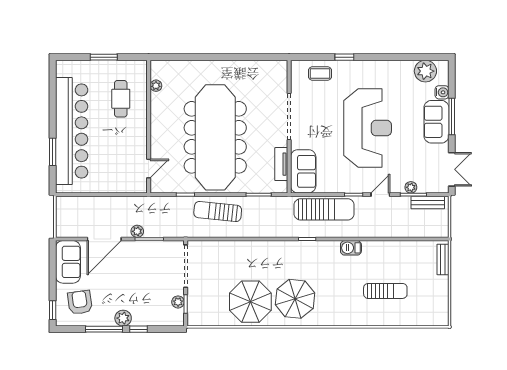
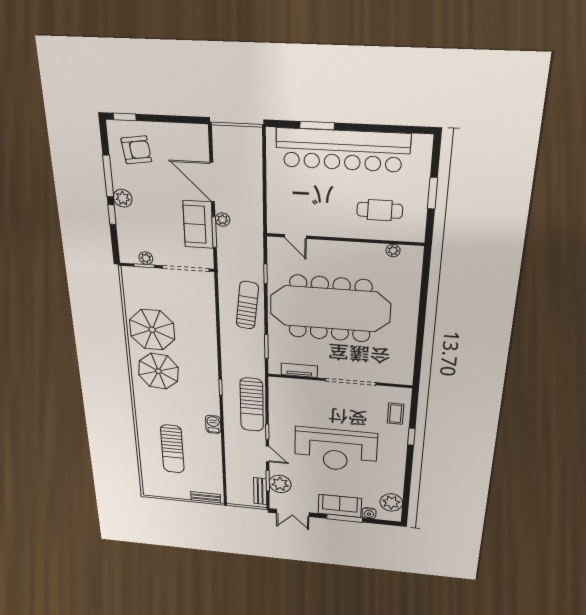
sofa: (303, 171) -> (291, 390), removed
plant: (411, 187) -> (280, 484), width x1.88, depth x1.88
sofa: (68, 262) -> (198, 224), moved, turned 90
sun lounger: (385, 291) -> (172, 449), width x1.36, depth x1.34

